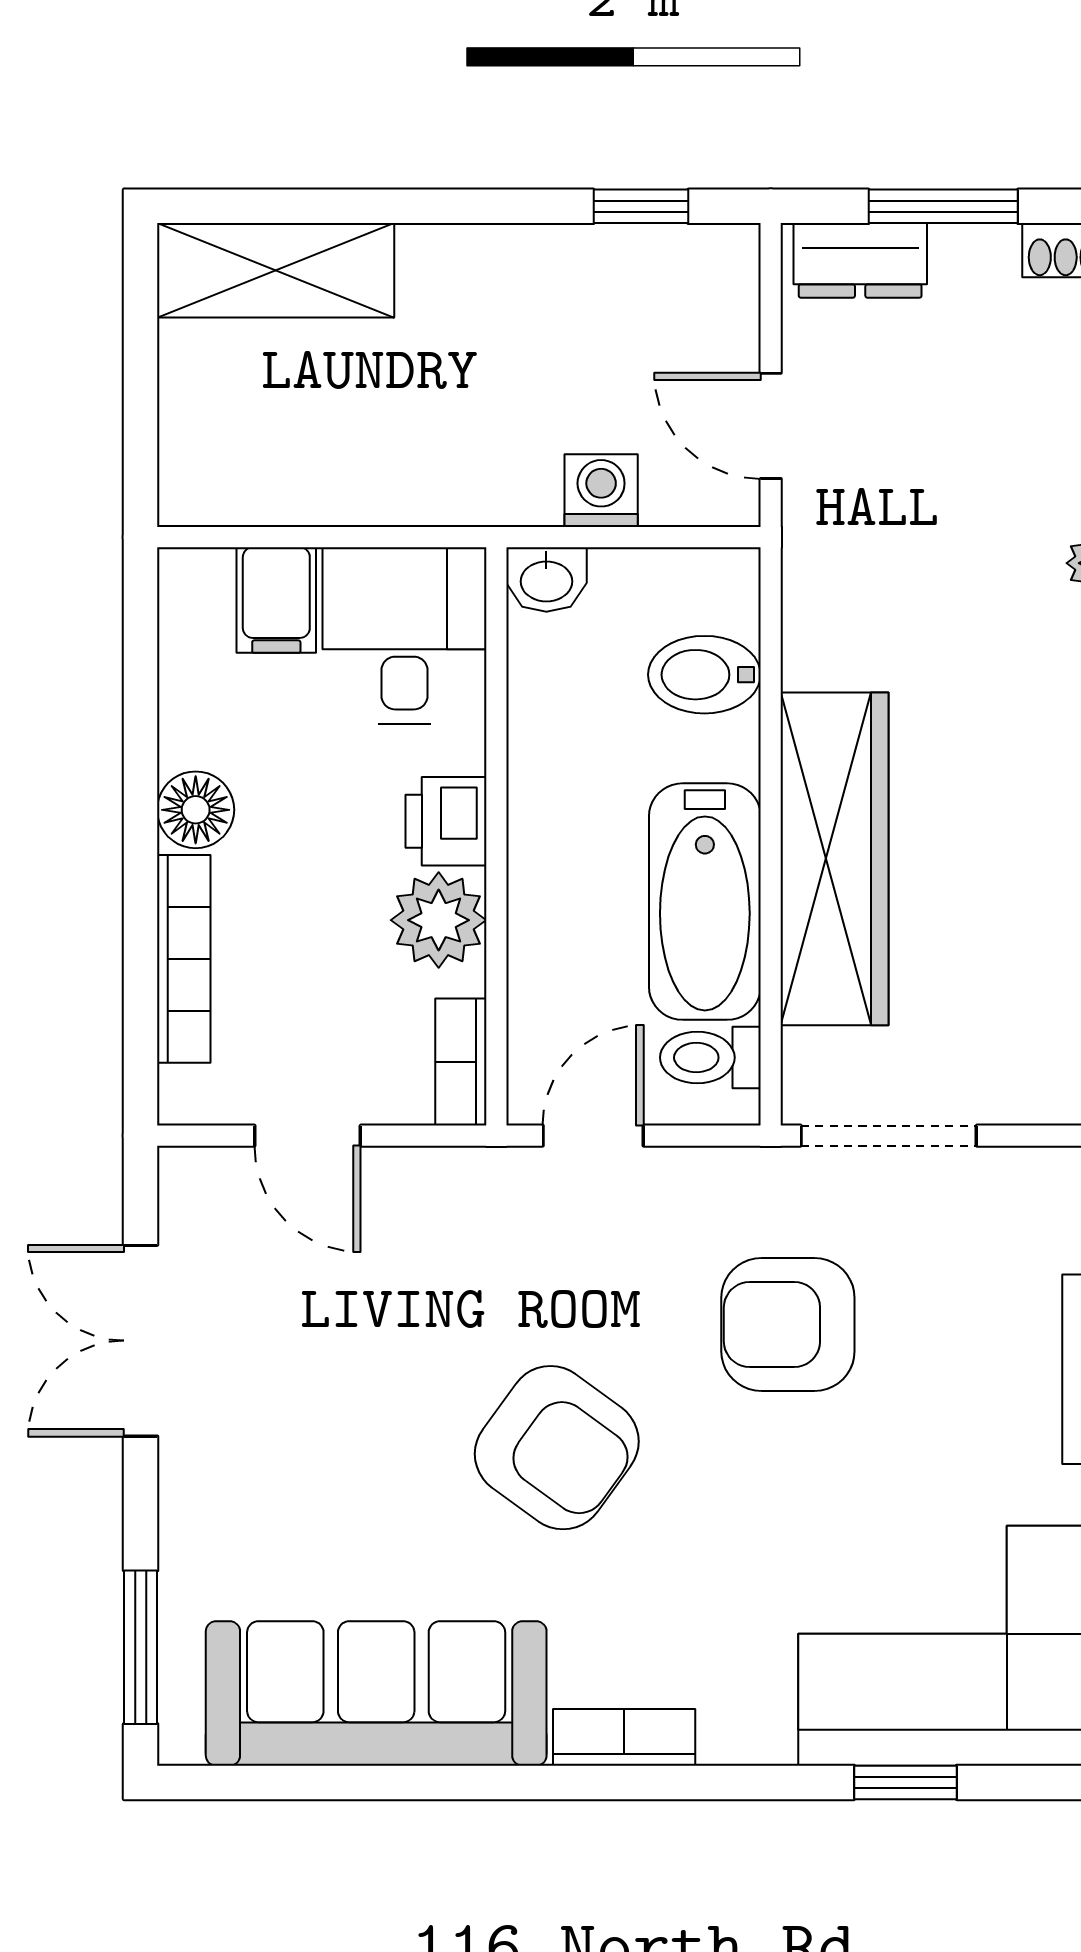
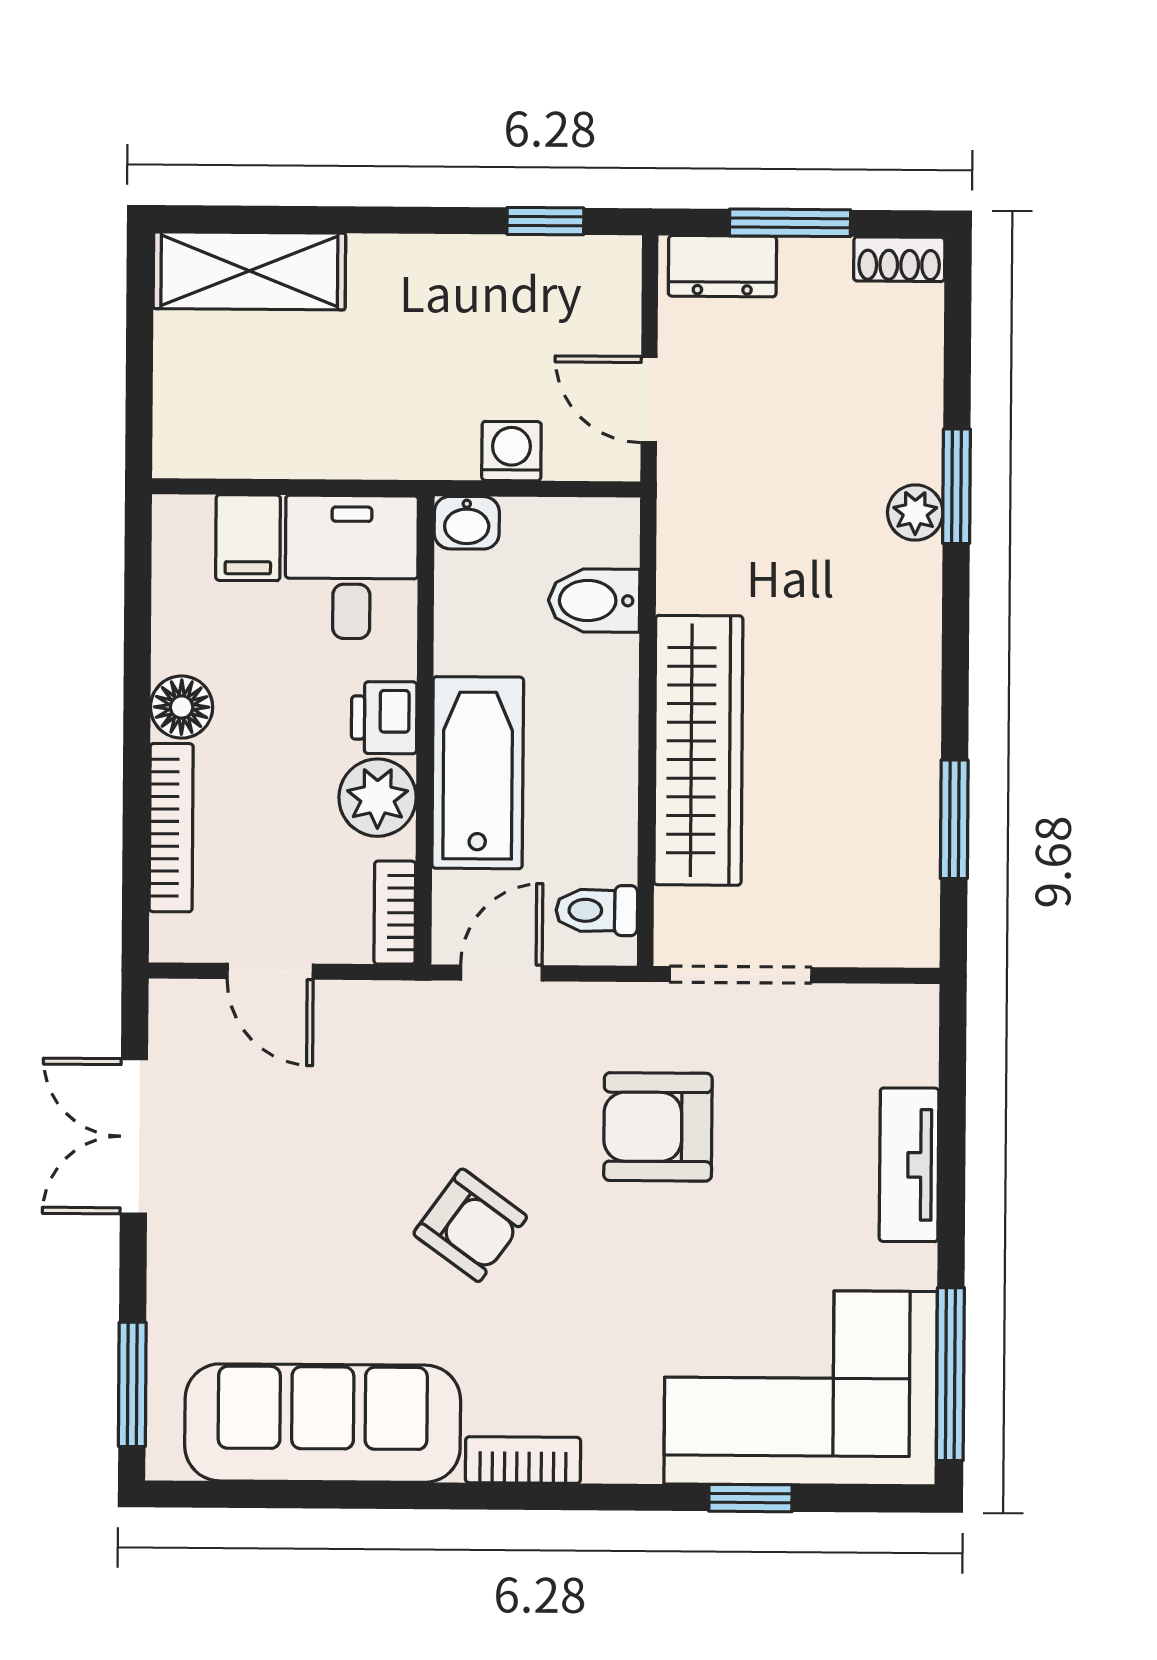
bathtub: (705, 902) -> (478, 773), moved, turned 180
armchair: (557, 1448) -> (470, 1225), width x0.72, depth x0.72

